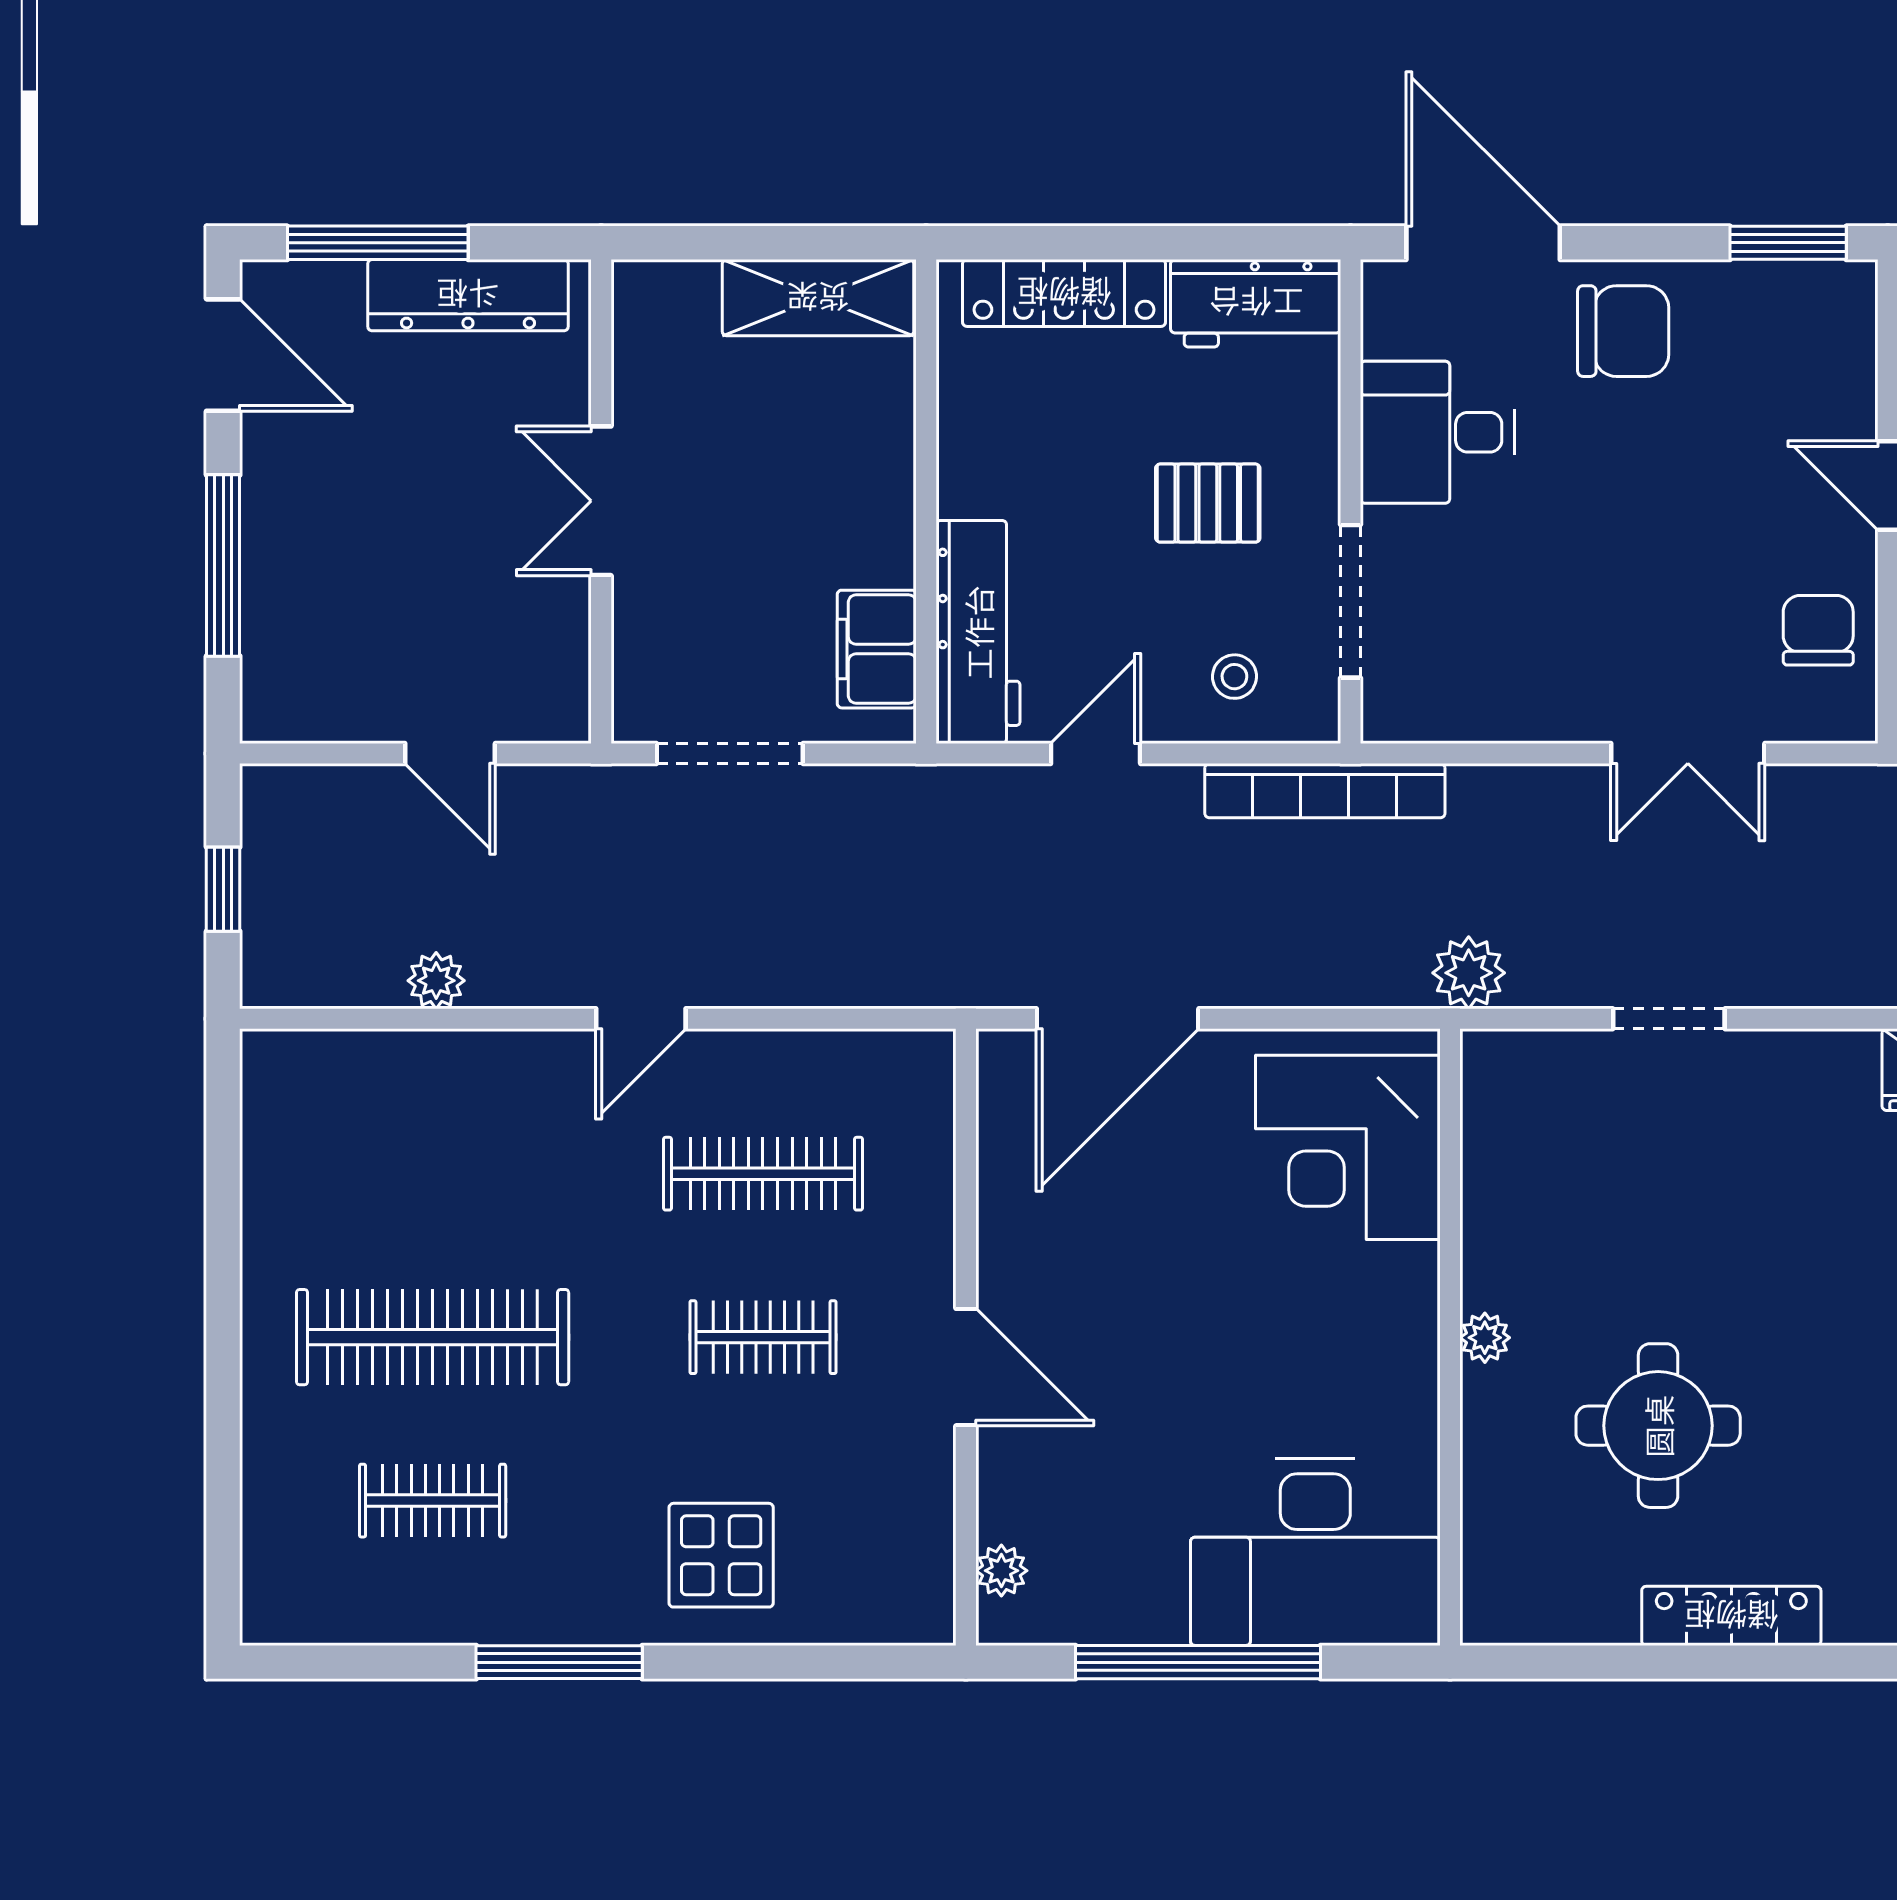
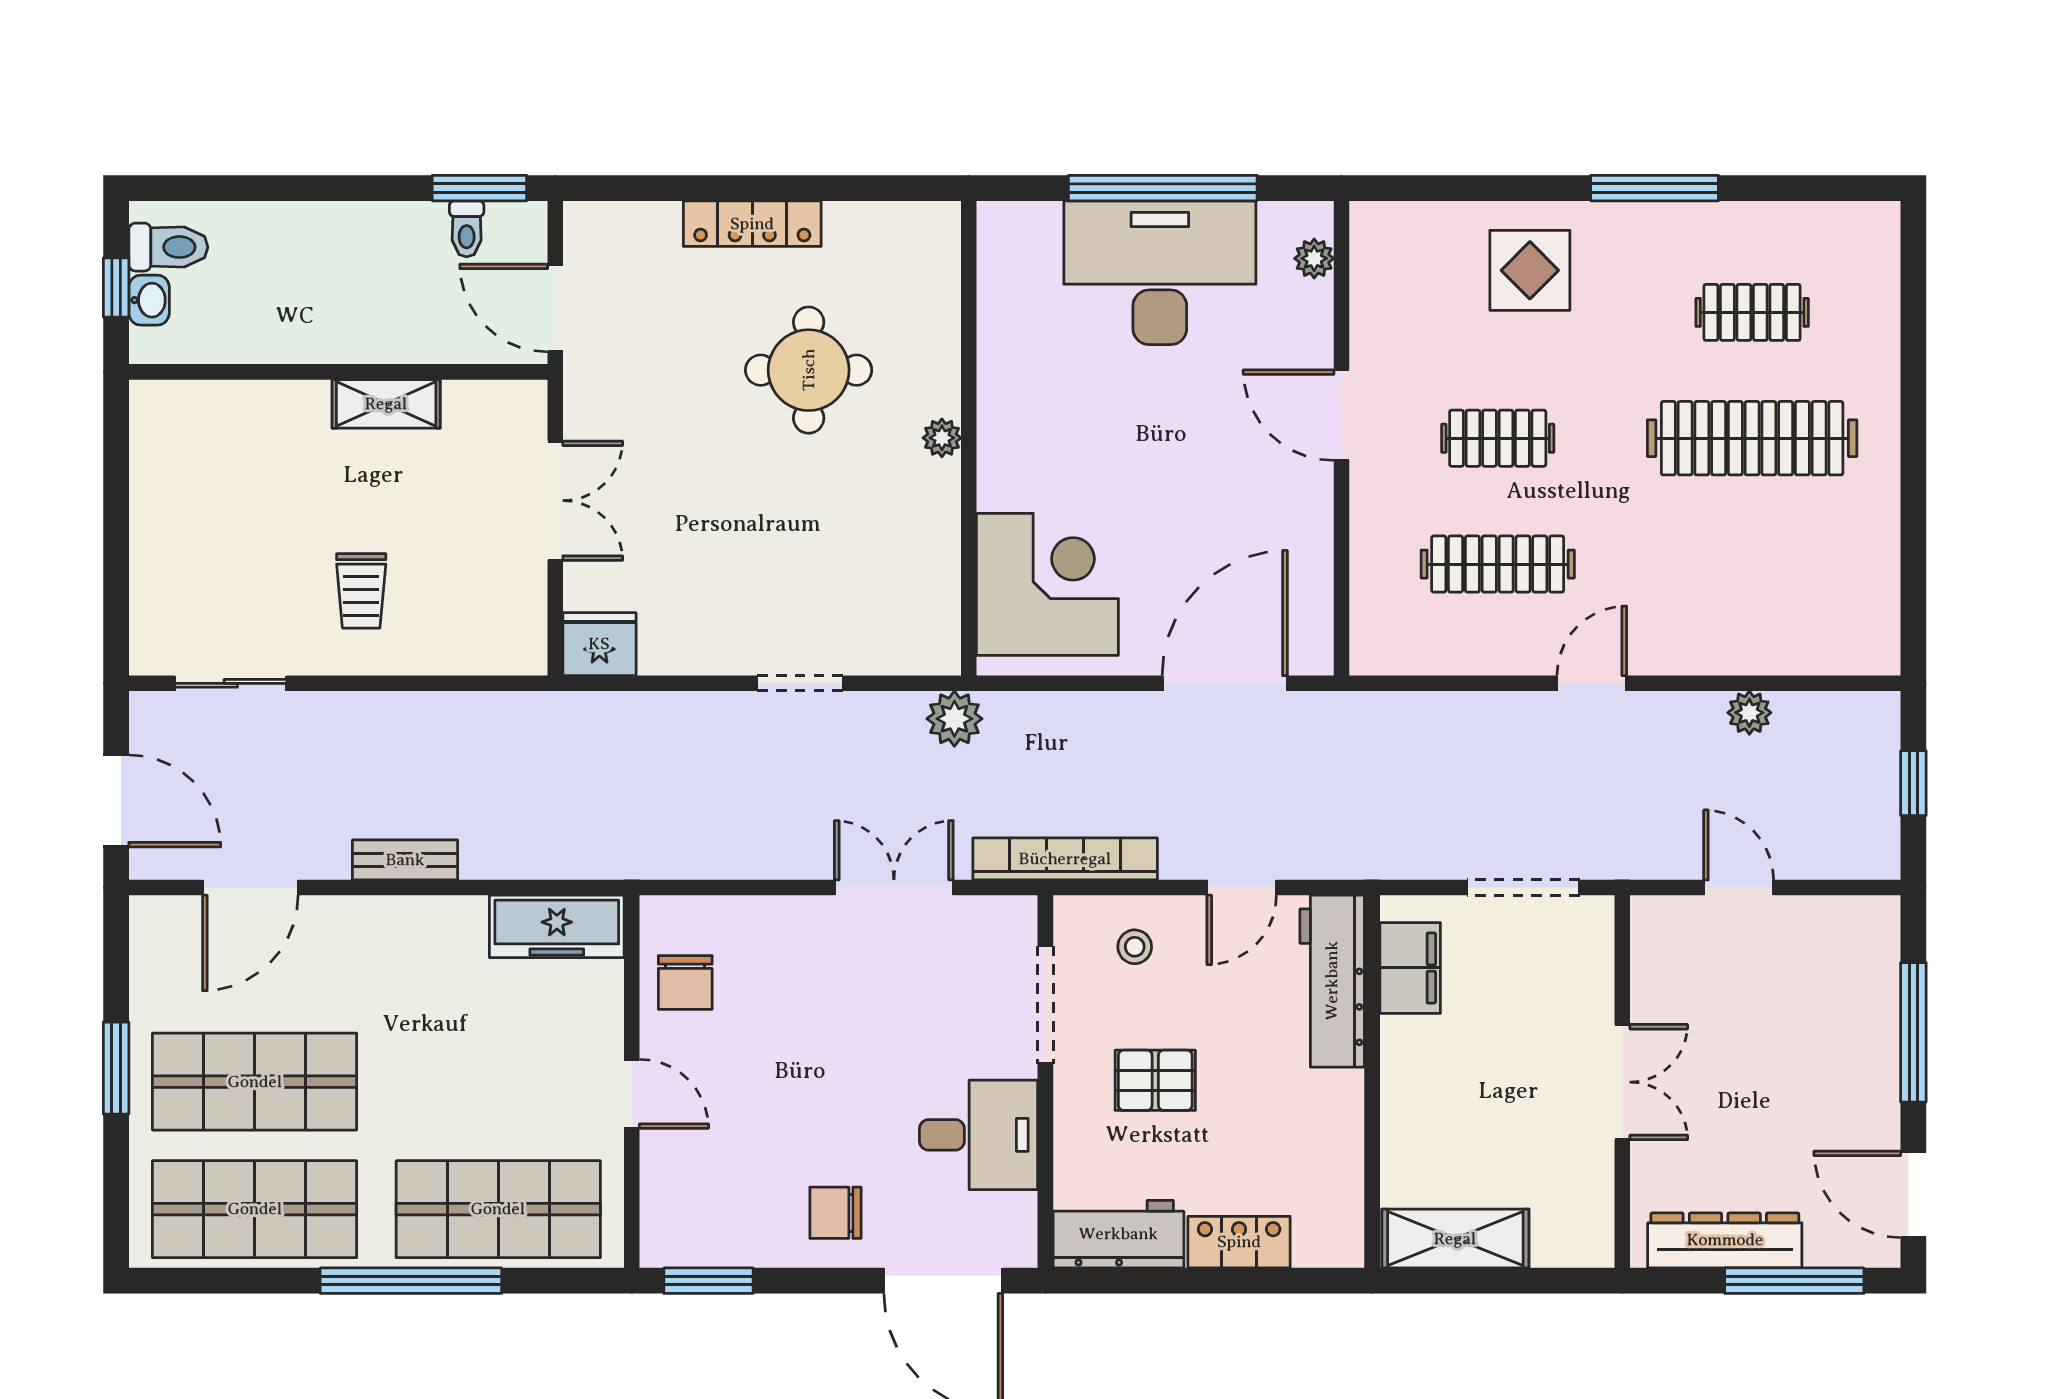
locker: (1064, 293) -> (1239, 1242), width x0.66
chair: (1623, 331) -> (835, 1213), width x0.73, depth x0.73
double door: (1688, 753) -> (894, 888), moved
desk: (1315, 1552) -> (1160, 273), moved

